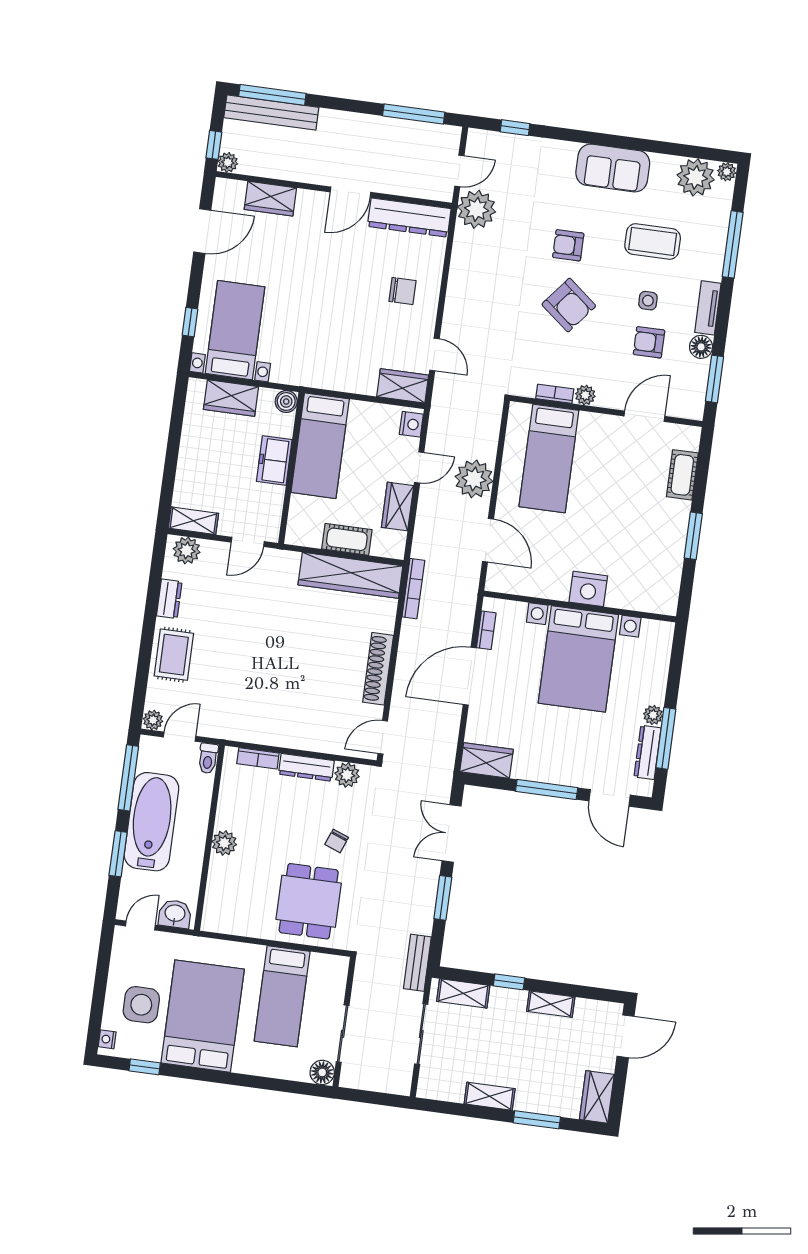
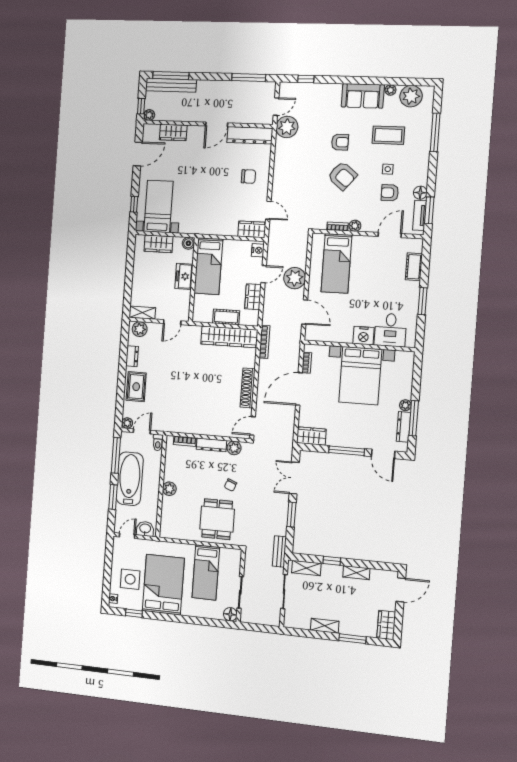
plant: (727, 172) -> (390, 90), moved
armchair: (568, 245) -> (340, 142), turned 180
tv unit: (708, 308) -> (419, 215), moved
desk: (635, 582) -> (390, 330), added

